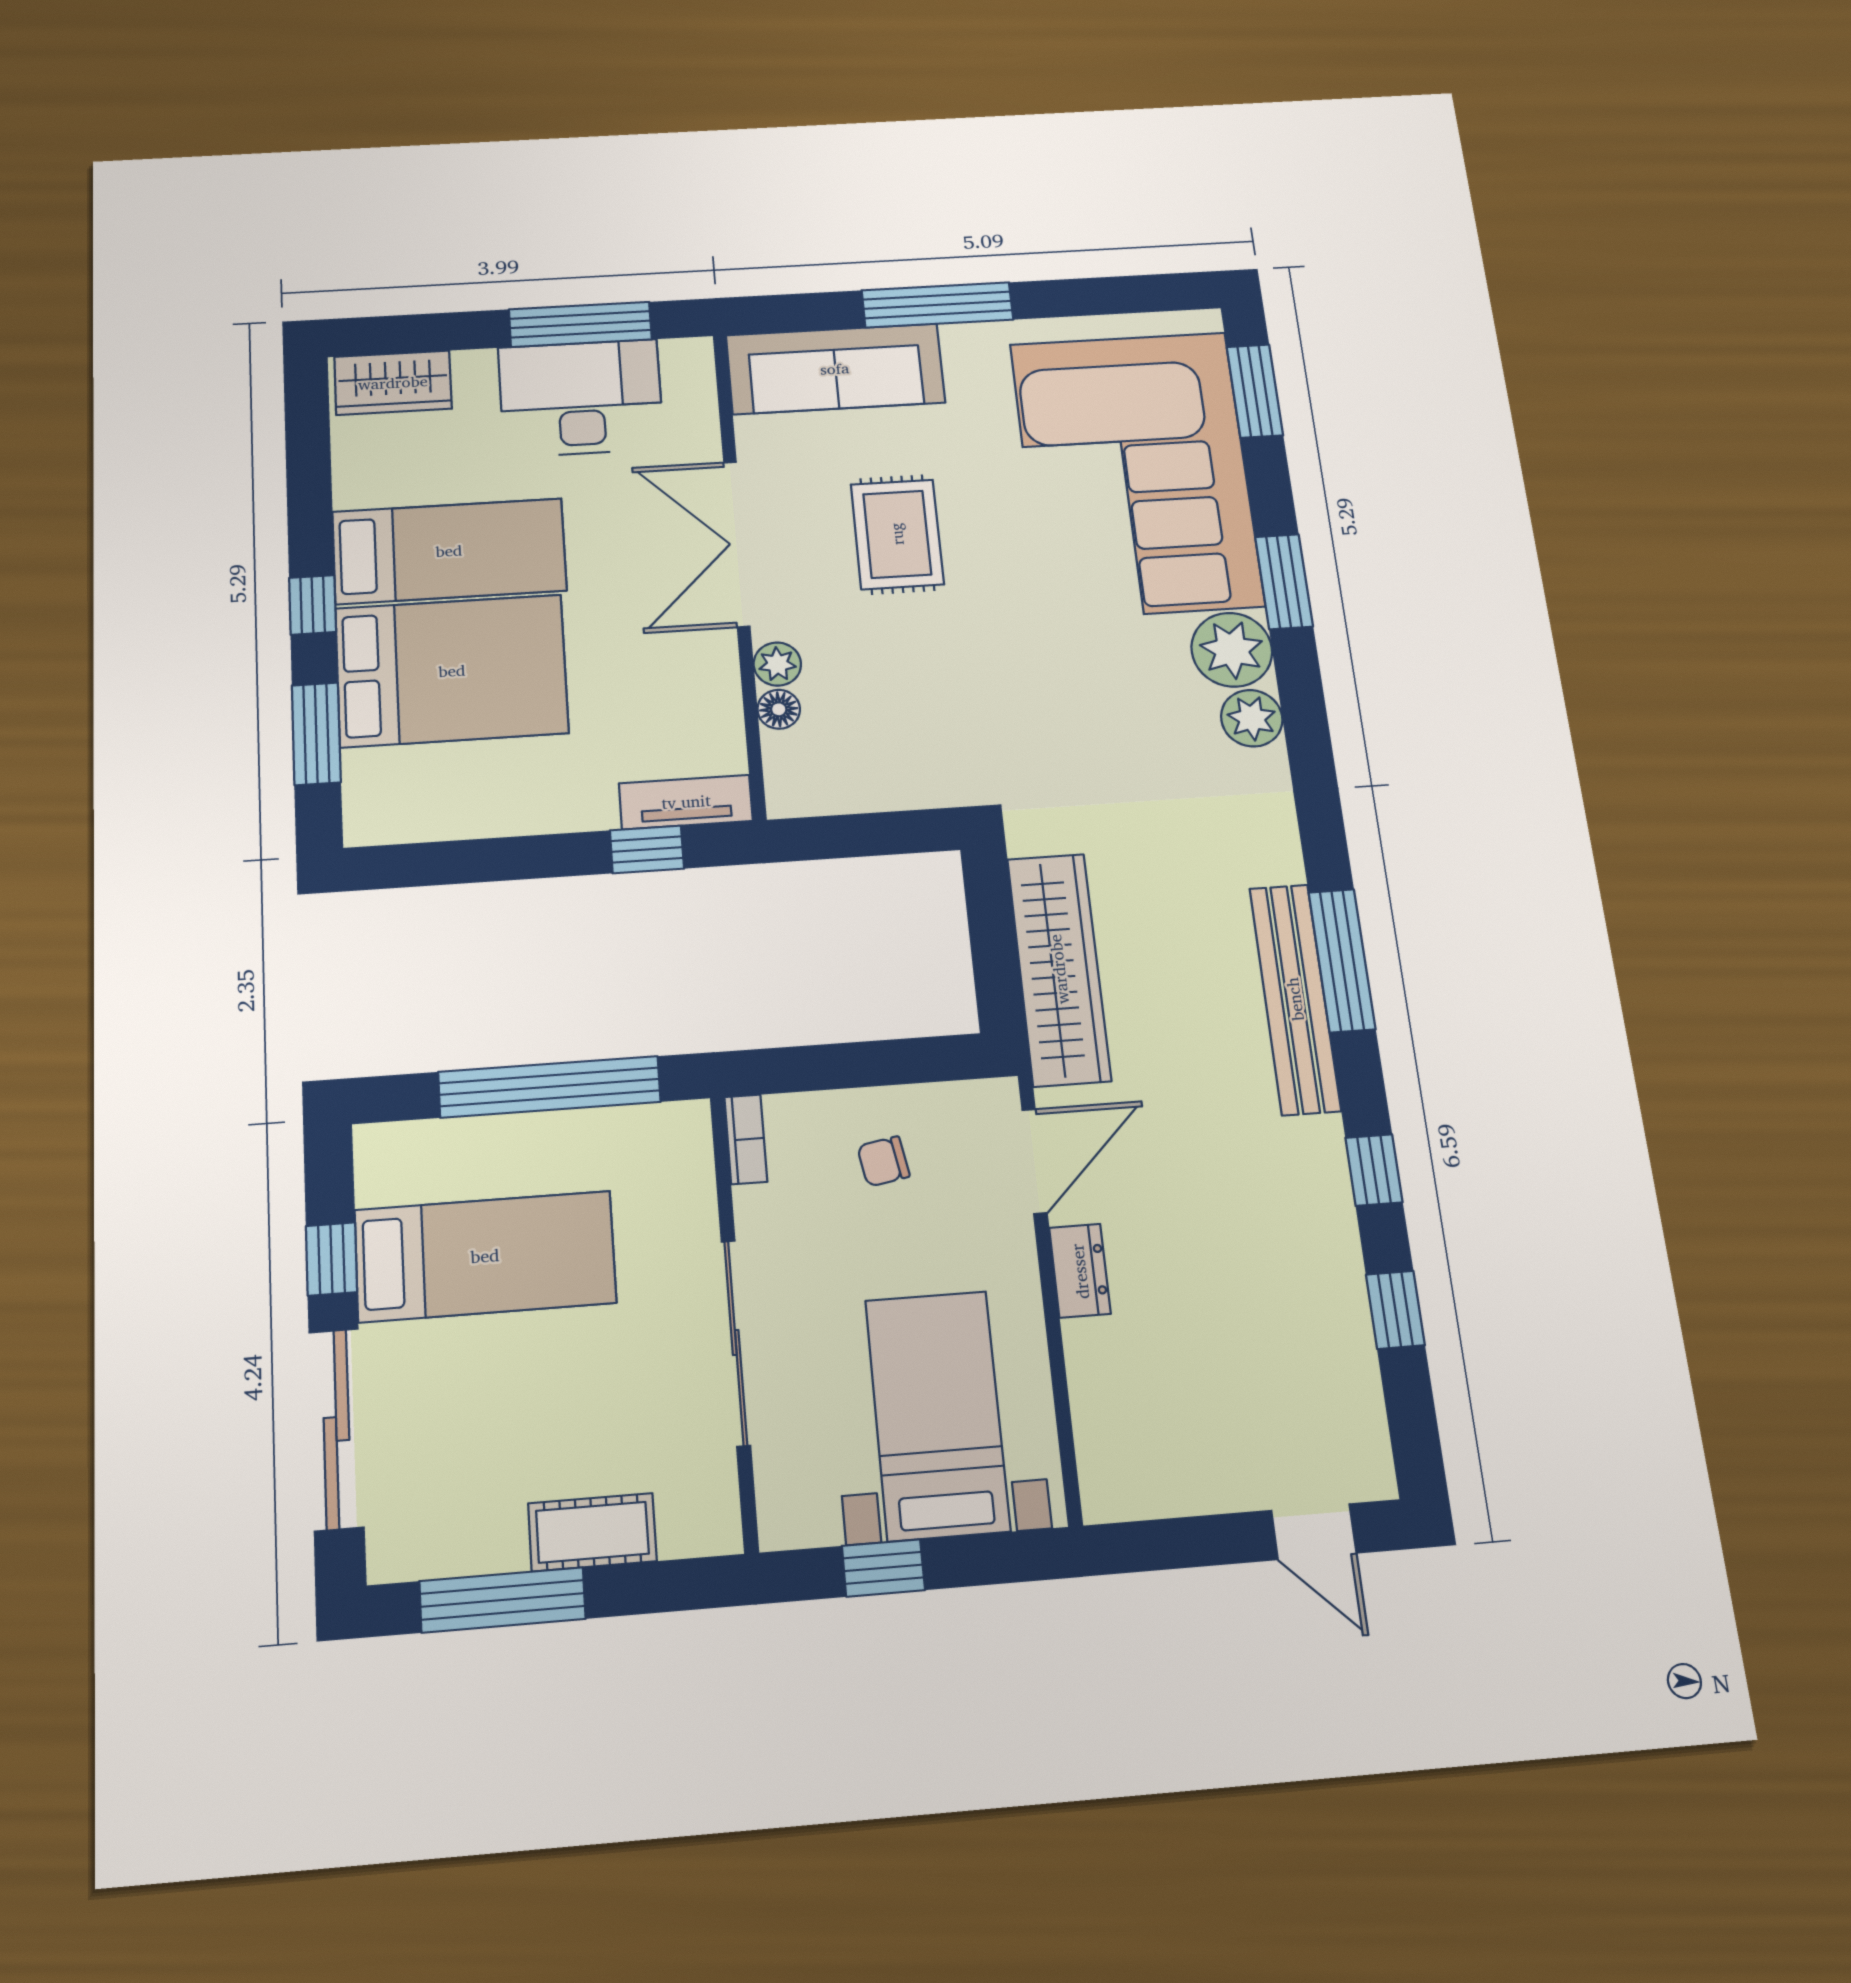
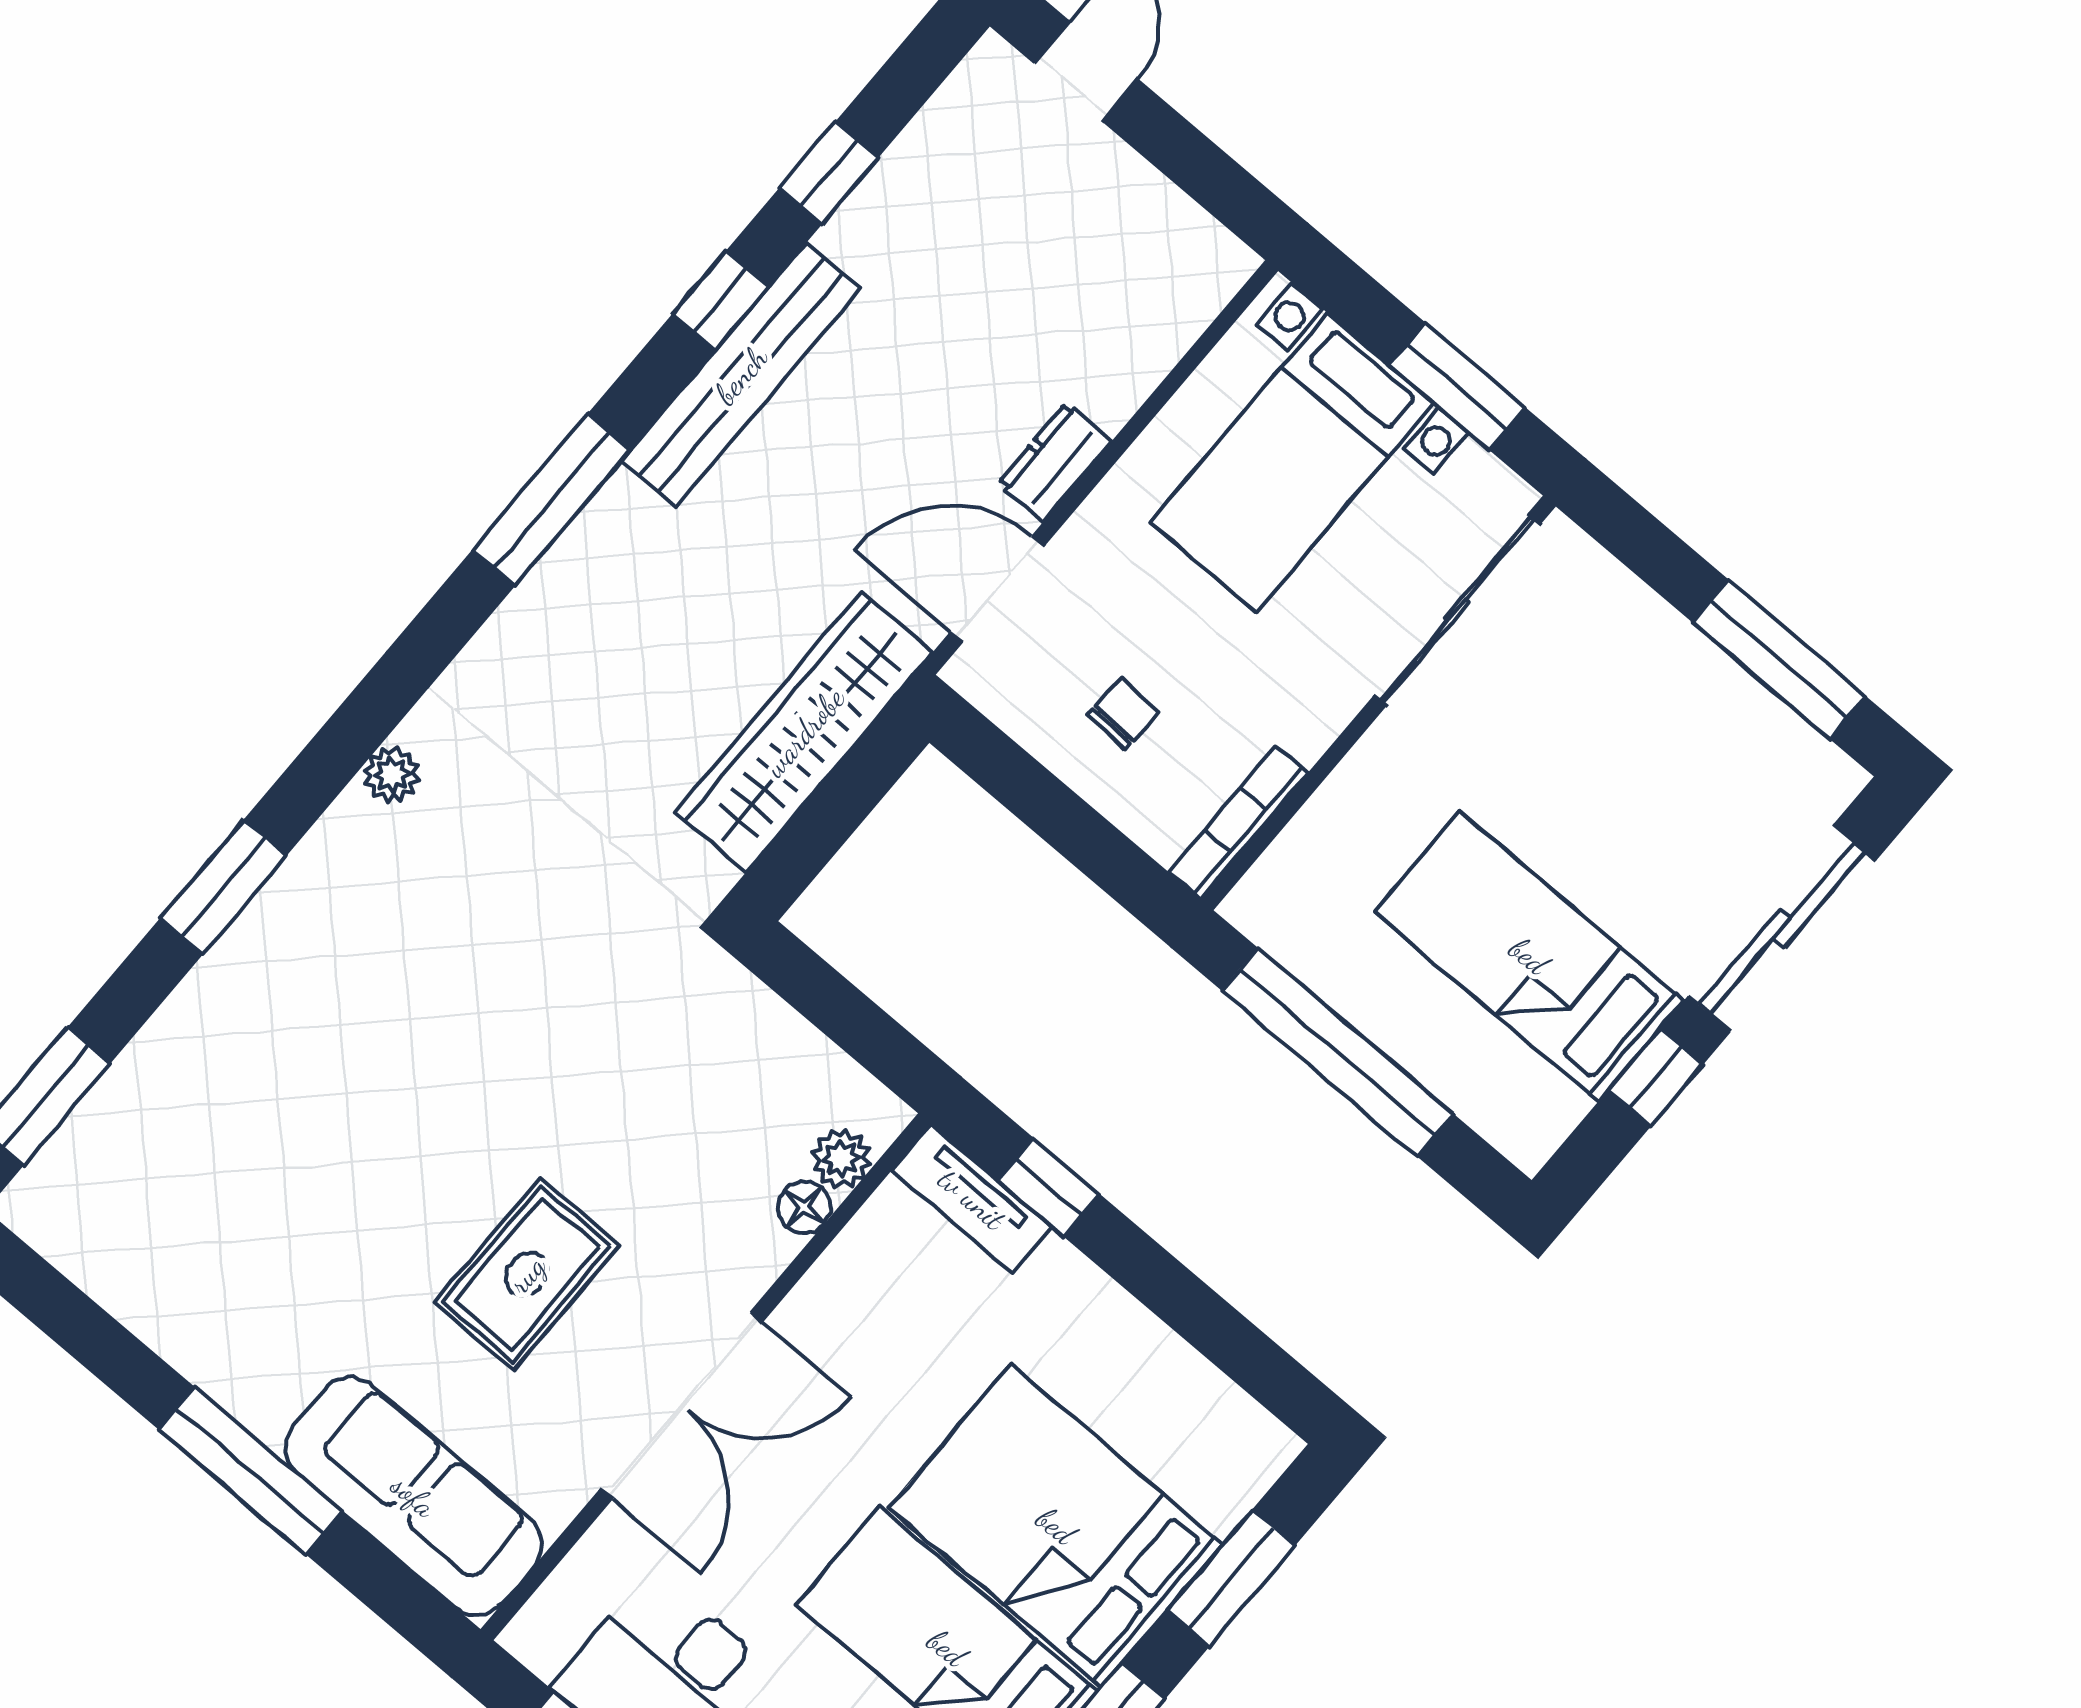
corner sofa: (1136, 474) -> (246, 1122), removed
plant: (1232, 650) -> (341, 869), removed
plant: (777, 664) -> (841, 1159), moved
plant: (1252, 718) -> (392, 775), width x0.73, depth x0.73
bench: (1295, 999) -> (741, 375), moved
bookcase: (746, 1139) -> (1238, 823), width x1.56
chair: (883, 1161) -> (1123, 713), turned -78
sliding door: (736, 1343) -> (1457, 610), moved
cot: (592, 1532) -> (1658, 643), removed
window: (883, 1568) -> (1457, 386), width x1.50

